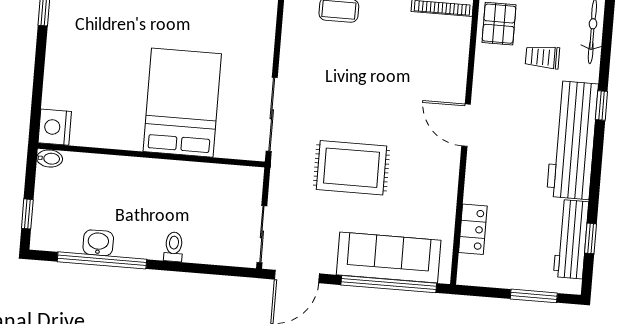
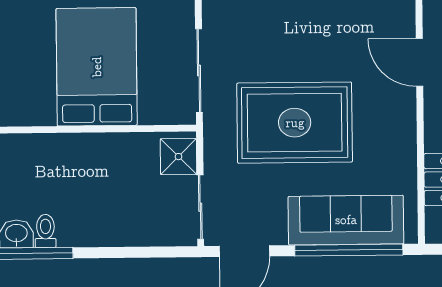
rug: (352, 168) -> (295, 123), width x1.37, depth x1.44
shower: (247, 188) -> (178, 157), added
toilet: (174, 247) -> (45, 231), moved

